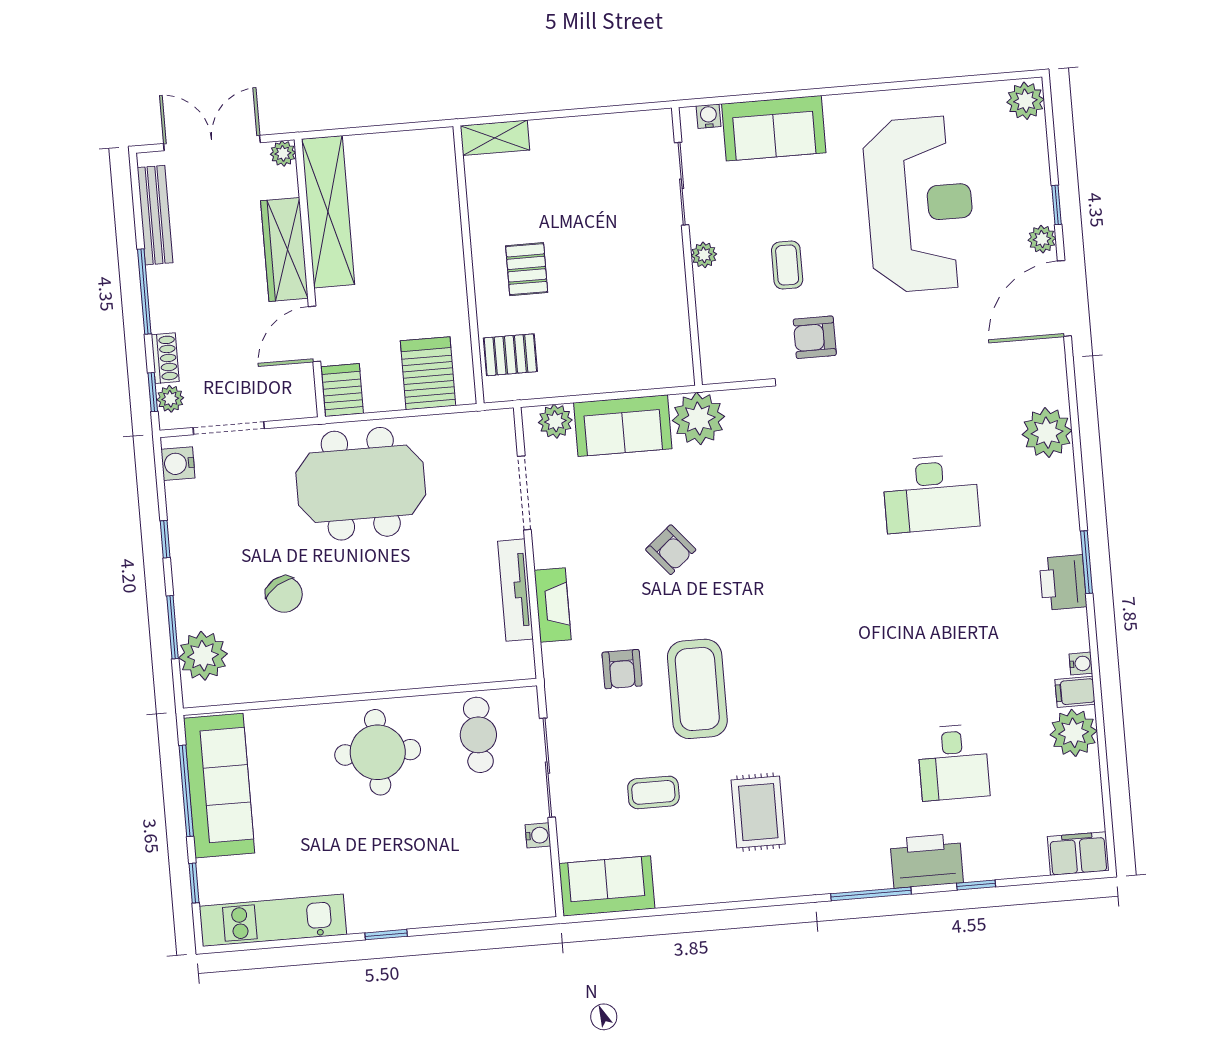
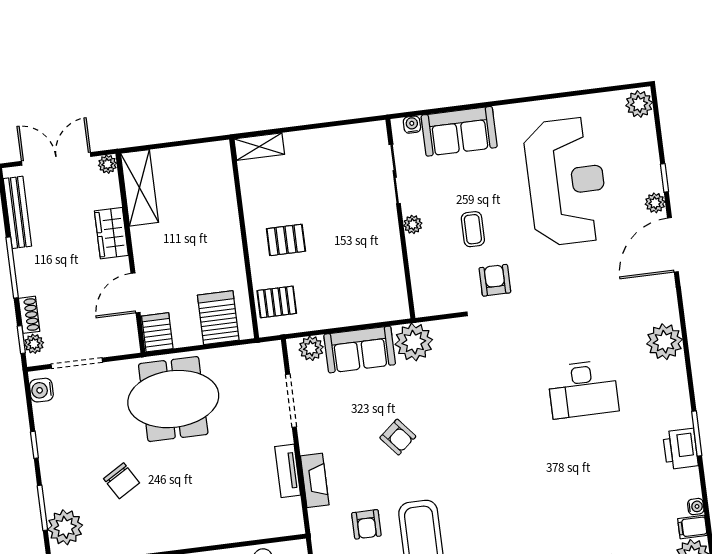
shelving: (328, 212) -> (139, 188), width x0.68
wardrobe: (284, 249) -> (111, 233), width x0.67
pallet: (527, 269) -> (286, 240), turned 90
armchair: (815, 337) -> (495, 280), turned 90
tv unit: (515, 590) -> (288, 471), width x0.71

